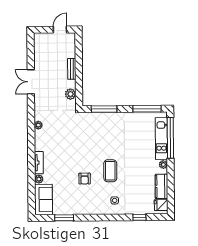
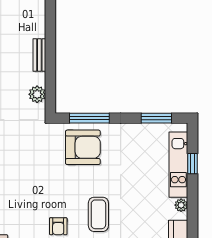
window: (147, 109) -> (156, 118), width x0.69
armchair: (100, 128) -> (83, 147), added
window: (170, 138) -> (192, 164), width x0.32

